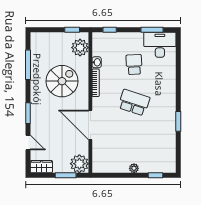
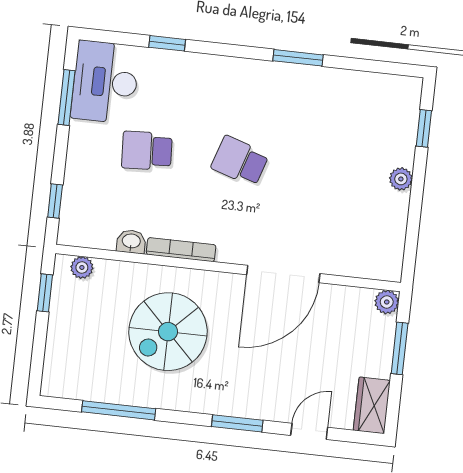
plant: (80, 48) -> (82, 267), width x0.53, depth x0.53
window: (178, 68) -> (167, 43), added
spiral stairs: (62, 81) -> (168, 332), turned -90
school desk: (134, 103) -> (240, 161), width x0.54
plant: (79, 164) -> (387, 302), width x0.53, depth x0.53

